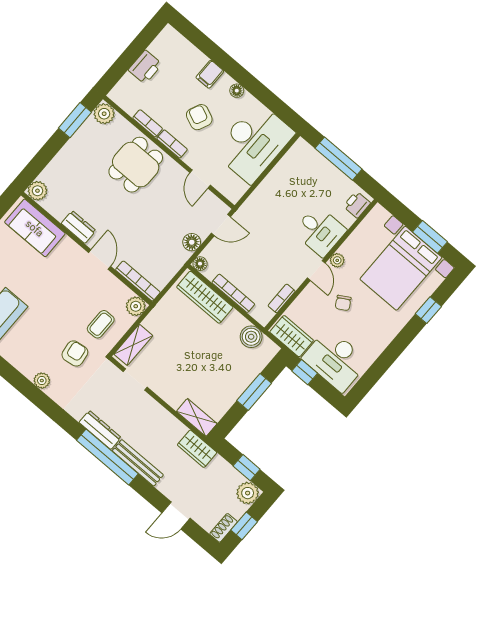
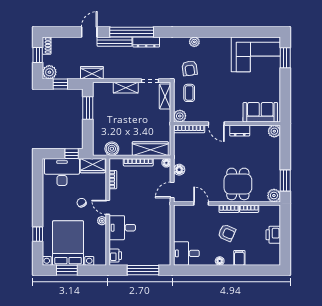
desk: (254, 142) -> (186, 253), width x0.53, depth x0.77
window: (254, 392) -> (88, 108), moved
shelving: (197, 417) -> (126, 88), moved
door: (176, 516) -> (89, 32), moved

